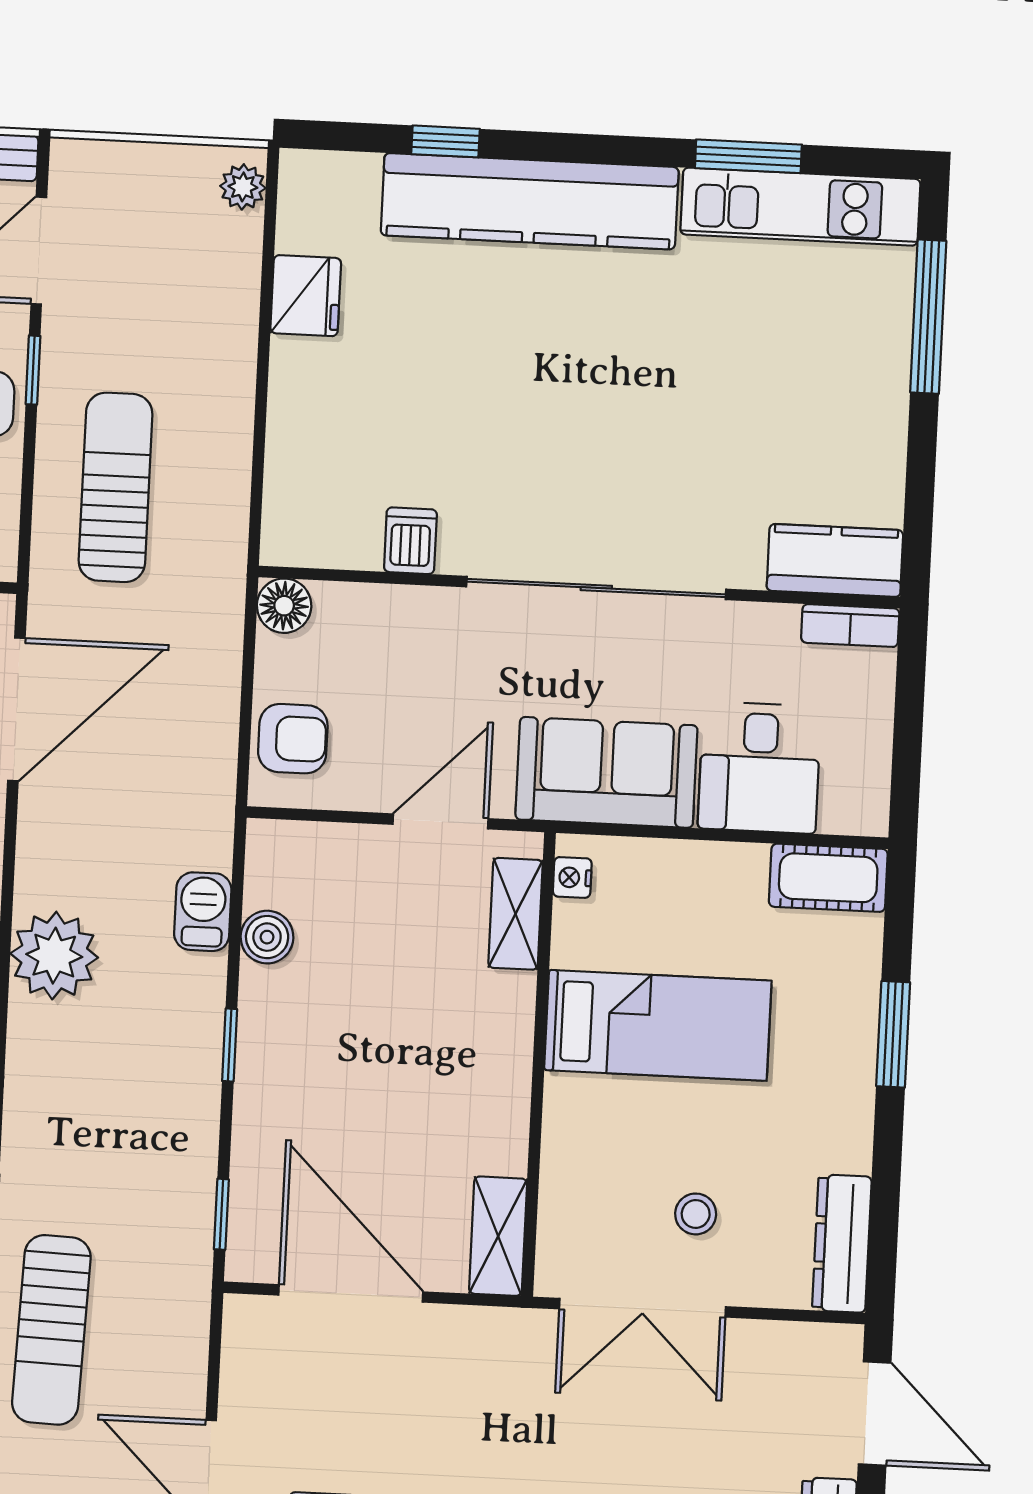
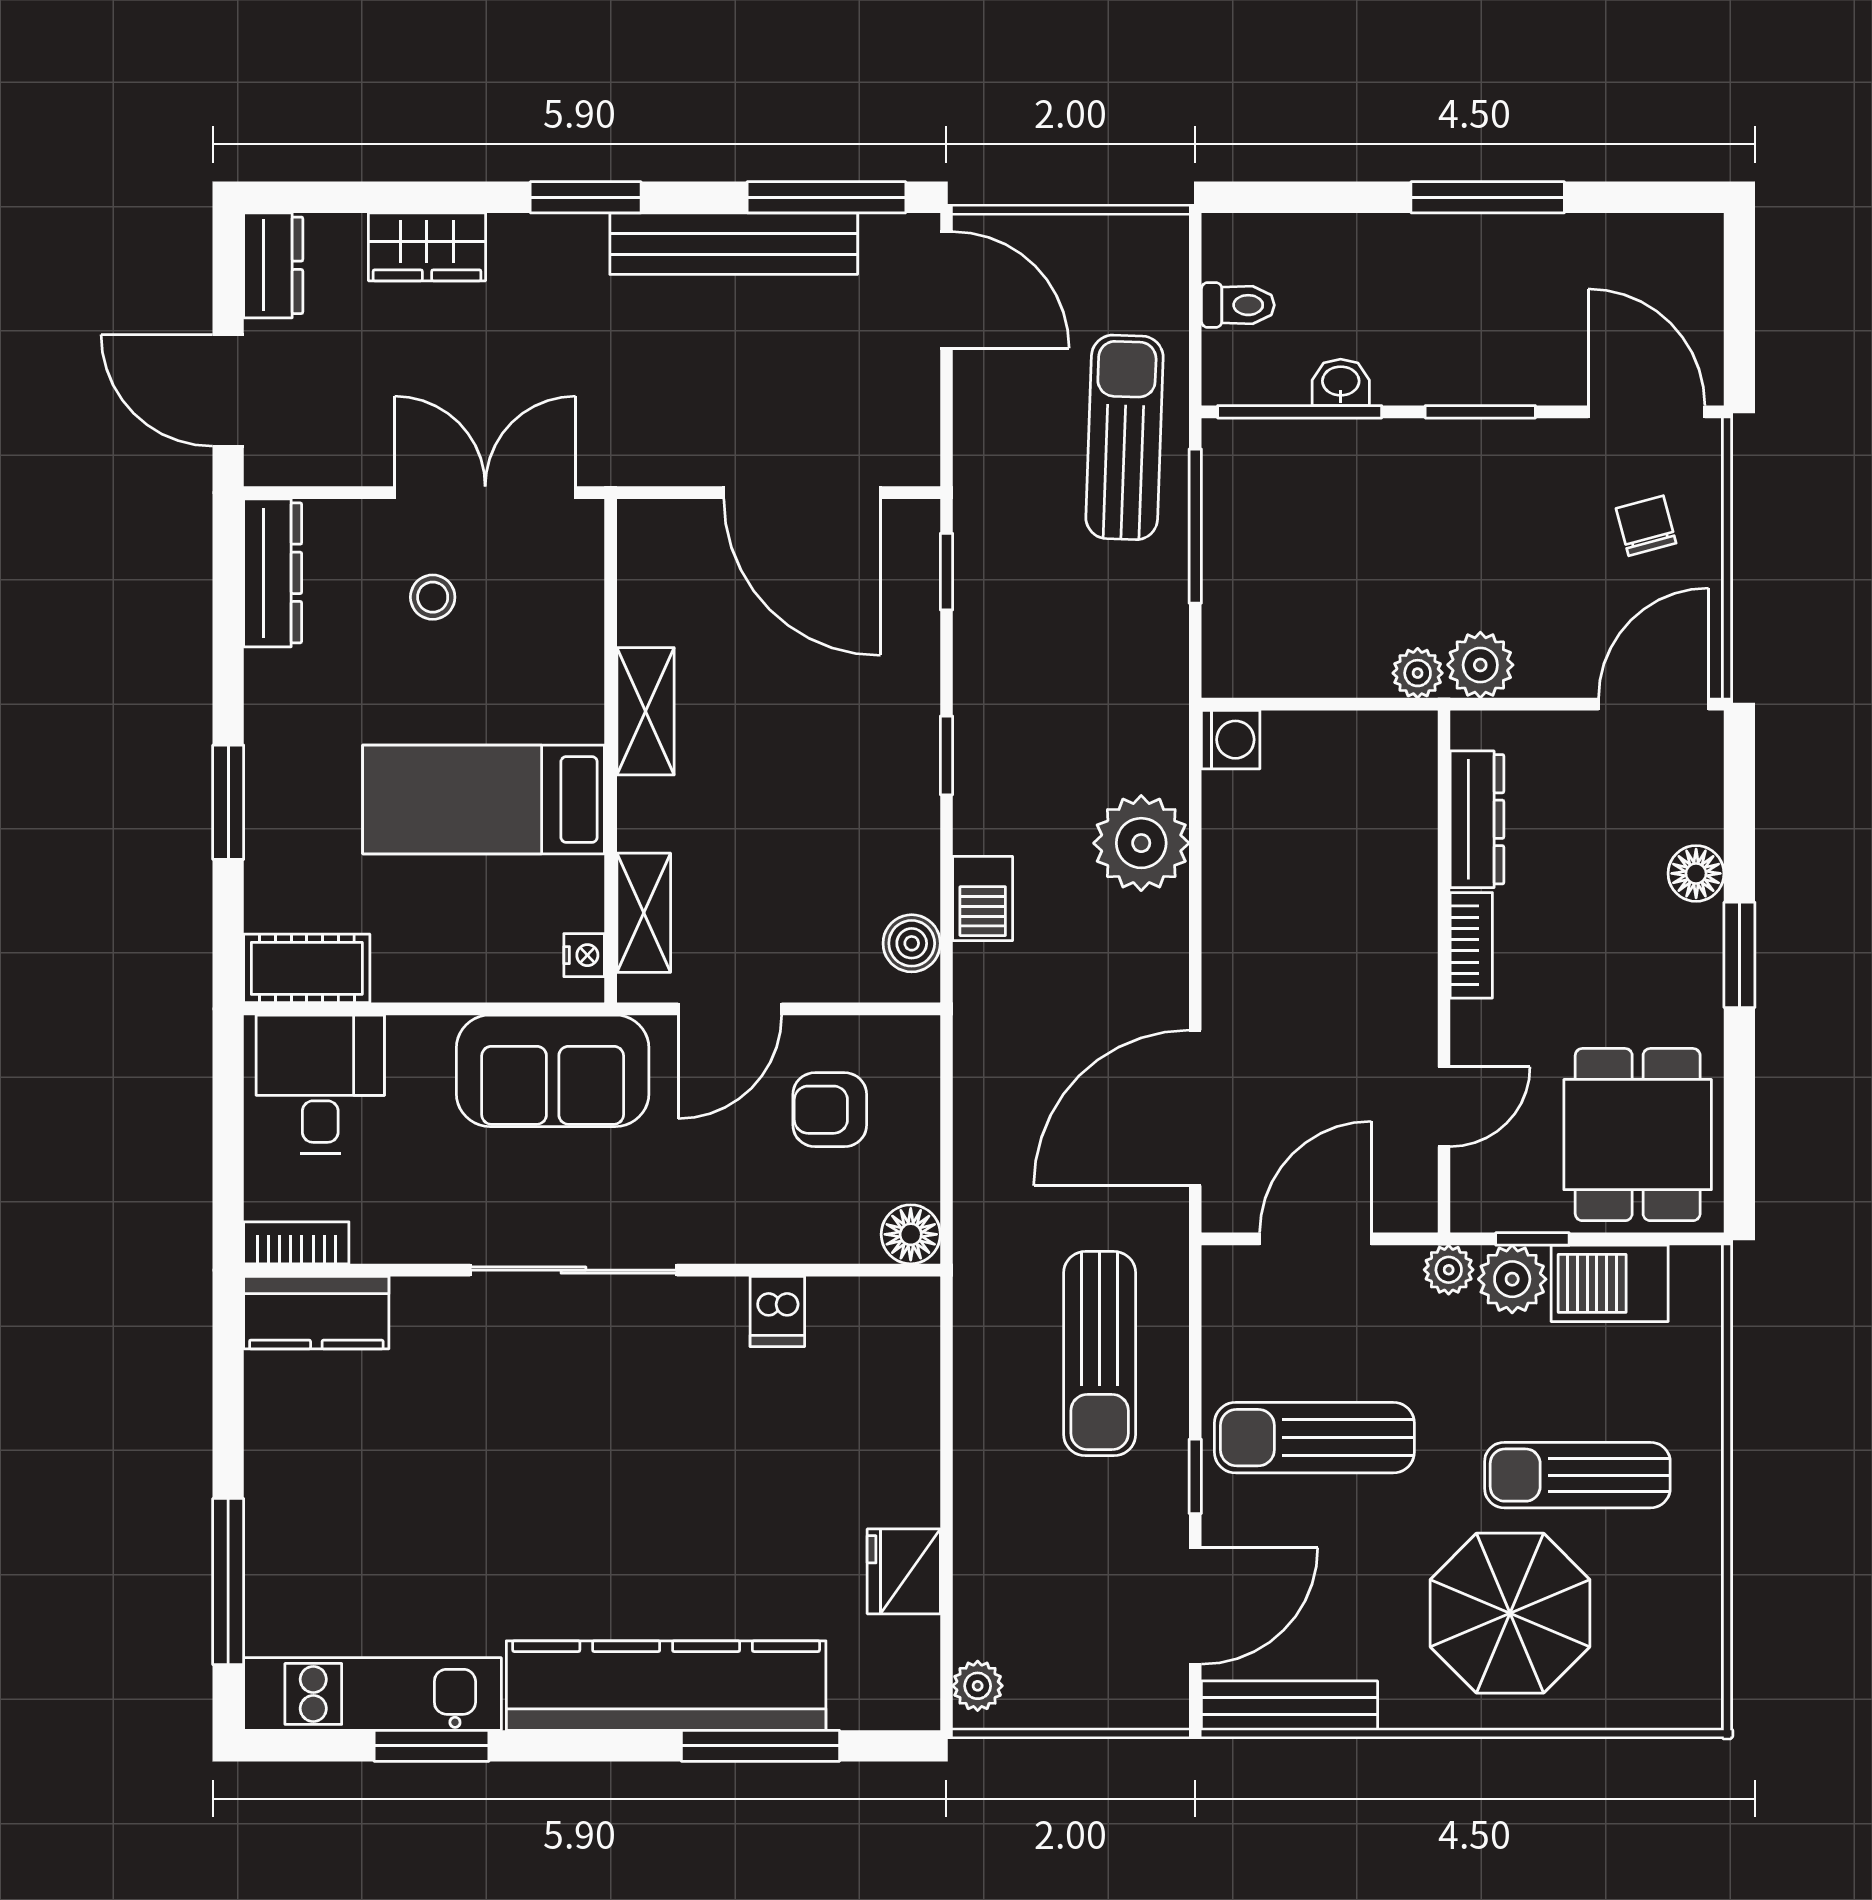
window: (446, 141) -> (760, 1746), width x2.17
sliding door: (596, 588) -> (573, 1270), width x0.73
armchair: (293, 739) -> (830, 1110), moved
desk: (759, 767) -> (320, 1084), moved
boiler: (267, 937) -> (912, 943), moved
shelving: (498, 1236) -> (646, 711), moved

